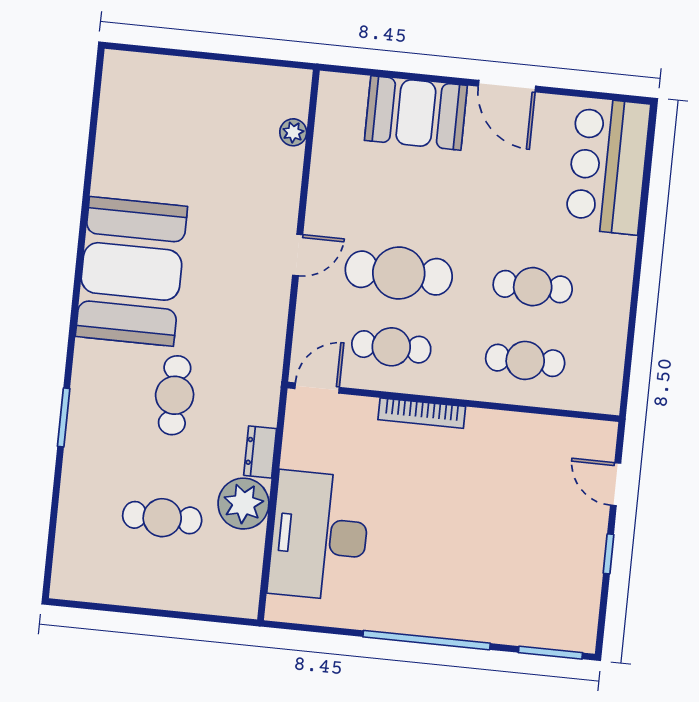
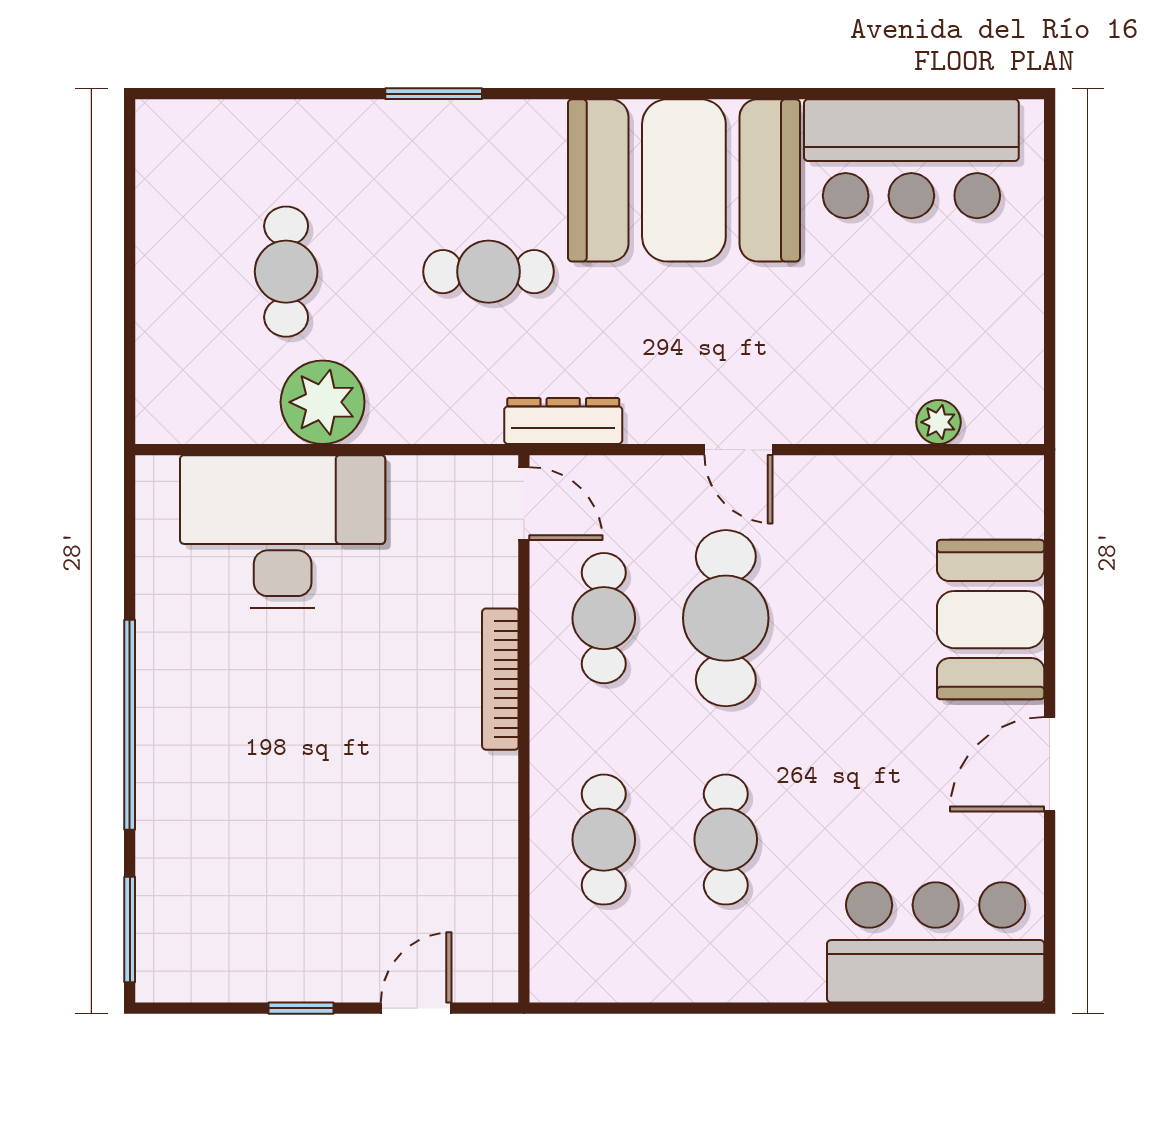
bar counter: (132, 133) -> (911, 159), added
dresser: (260, 452) -> (563, 421), moved, width x1.44

